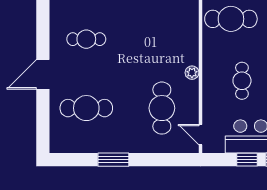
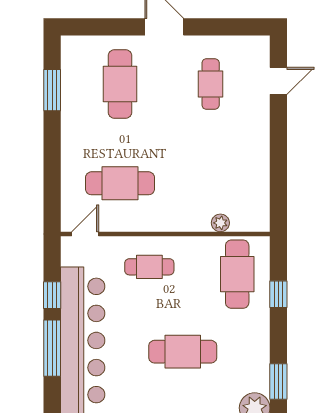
plant: (192, 73) -> (220, 223), moved
cafe table: (242, 81) -> (149, 267), moved
window: (113, 160) -> (52, 90), moved

